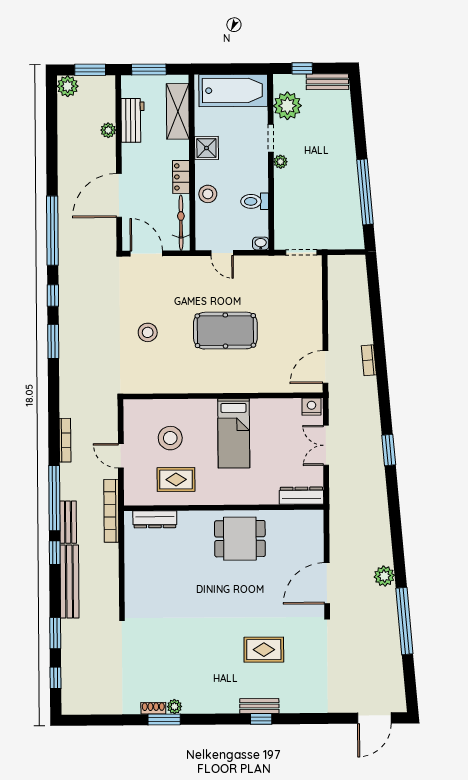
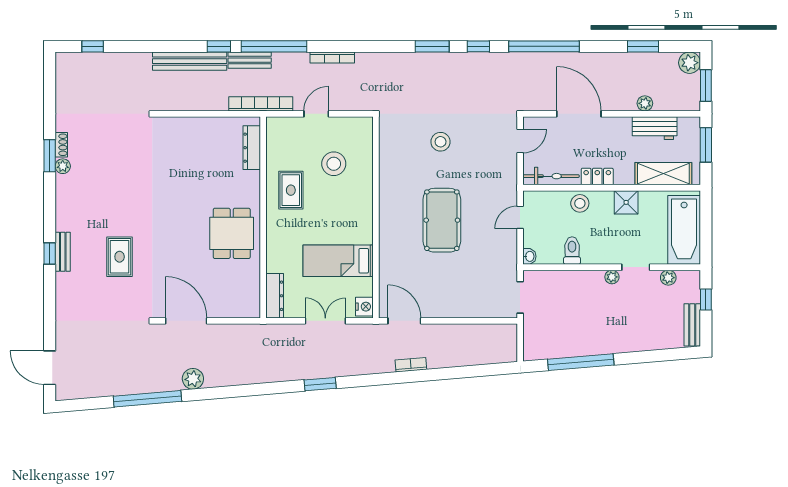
plant: (287, 106) -> (668, 278), width x0.53, depth x0.53
door: (146, 254) -> (520, 141), width x0.73
bed: (234, 433) -> (338, 261), moved
rug: (176, 479) -> (291, 190), moved
window: (55, 633) -> (643, 46), moved

